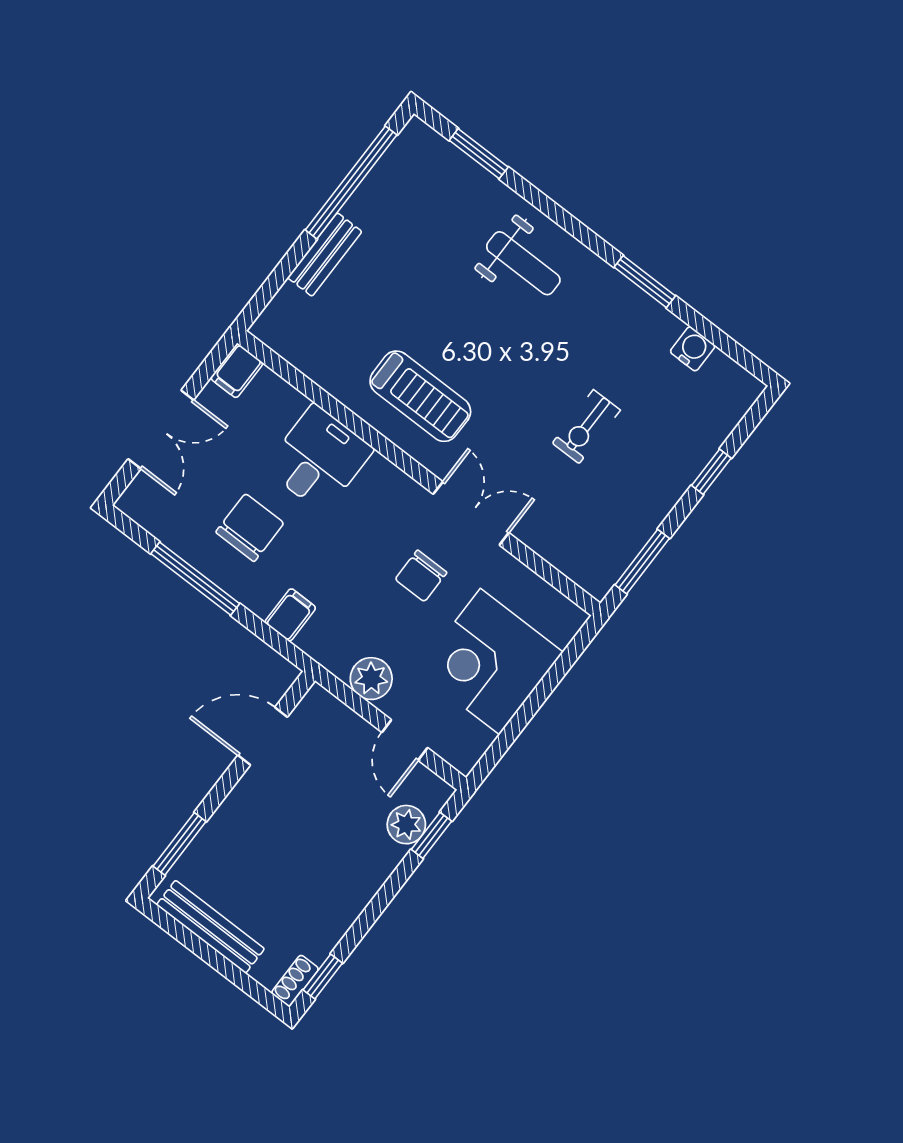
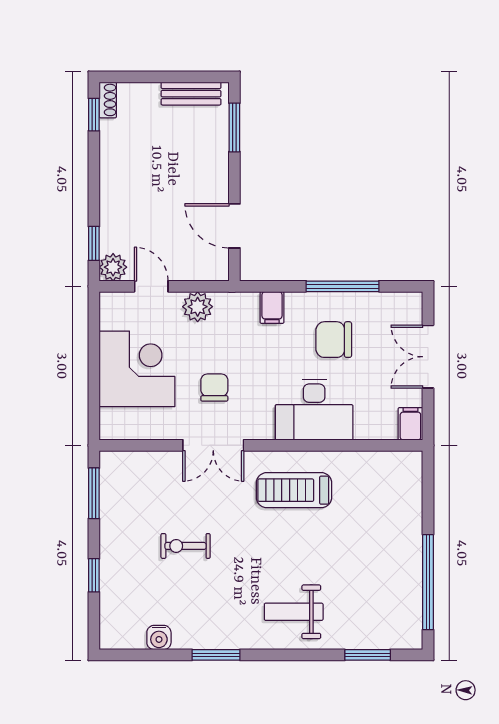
bench: (325, 255) -> (411, 529), removed
exercise bike: (586, 427) -> (186, 546), turned -90
desk: (319, 459) -> (314, 410), width x1.37
chair: (250, 528) -> (334, 340), turned 90
door: (263, 736) -> (234, 226), swing flipped
plant: (406, 825) -> (113, 267), moved
bench: (210, 927) -> (191, 94), width x0.73

